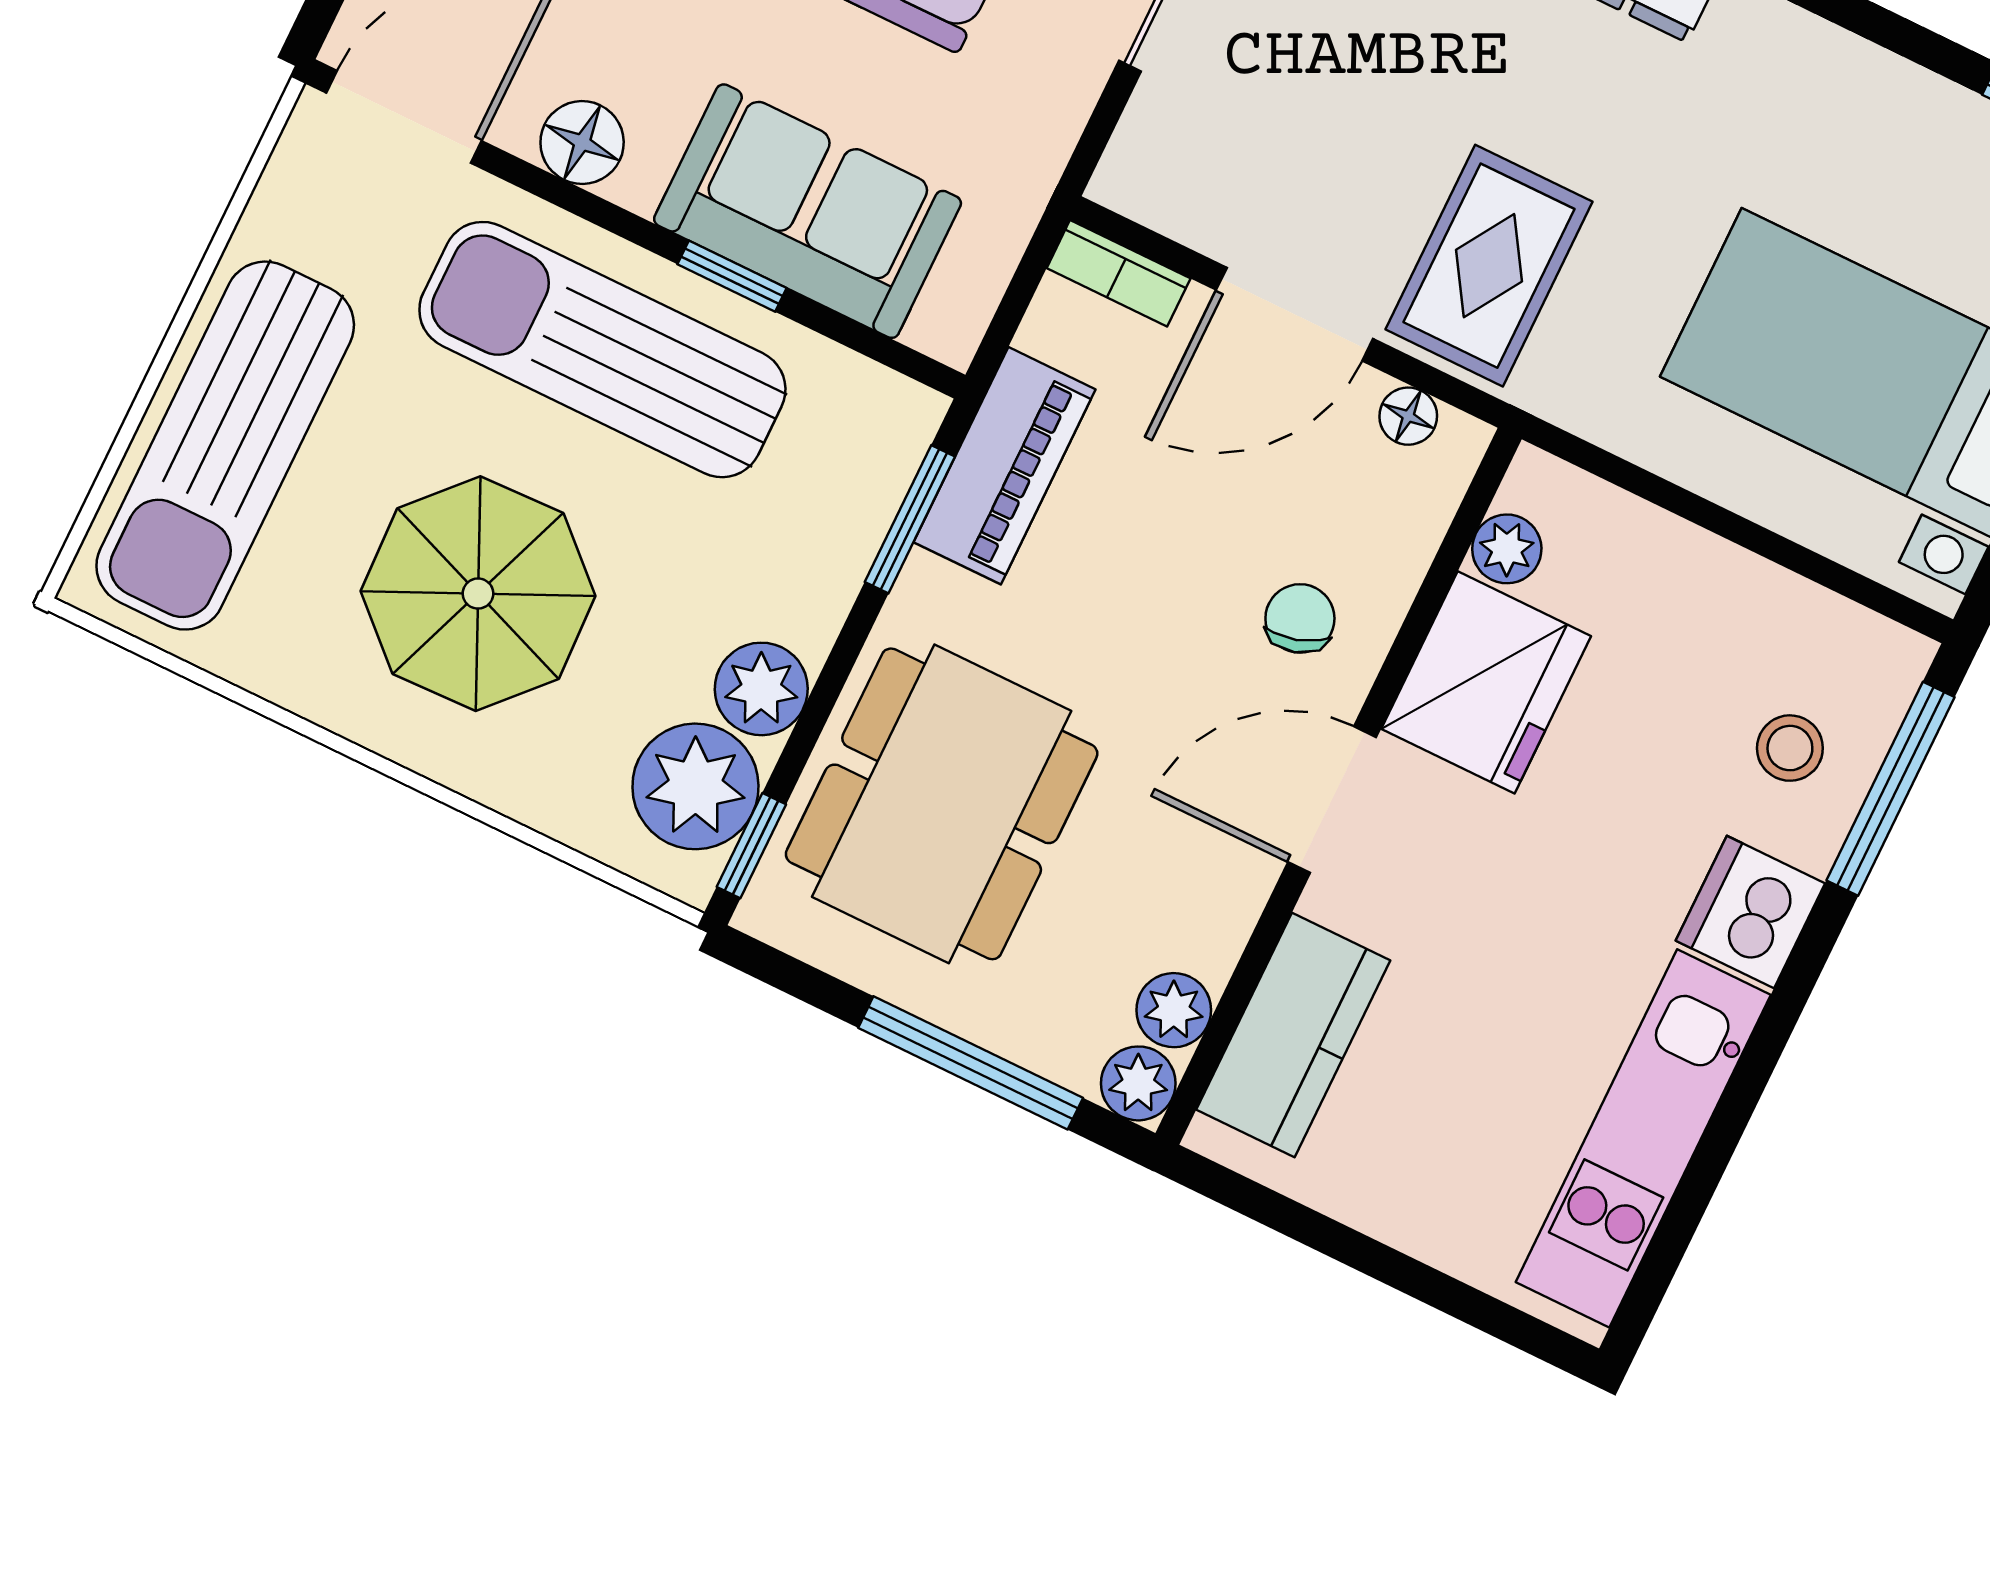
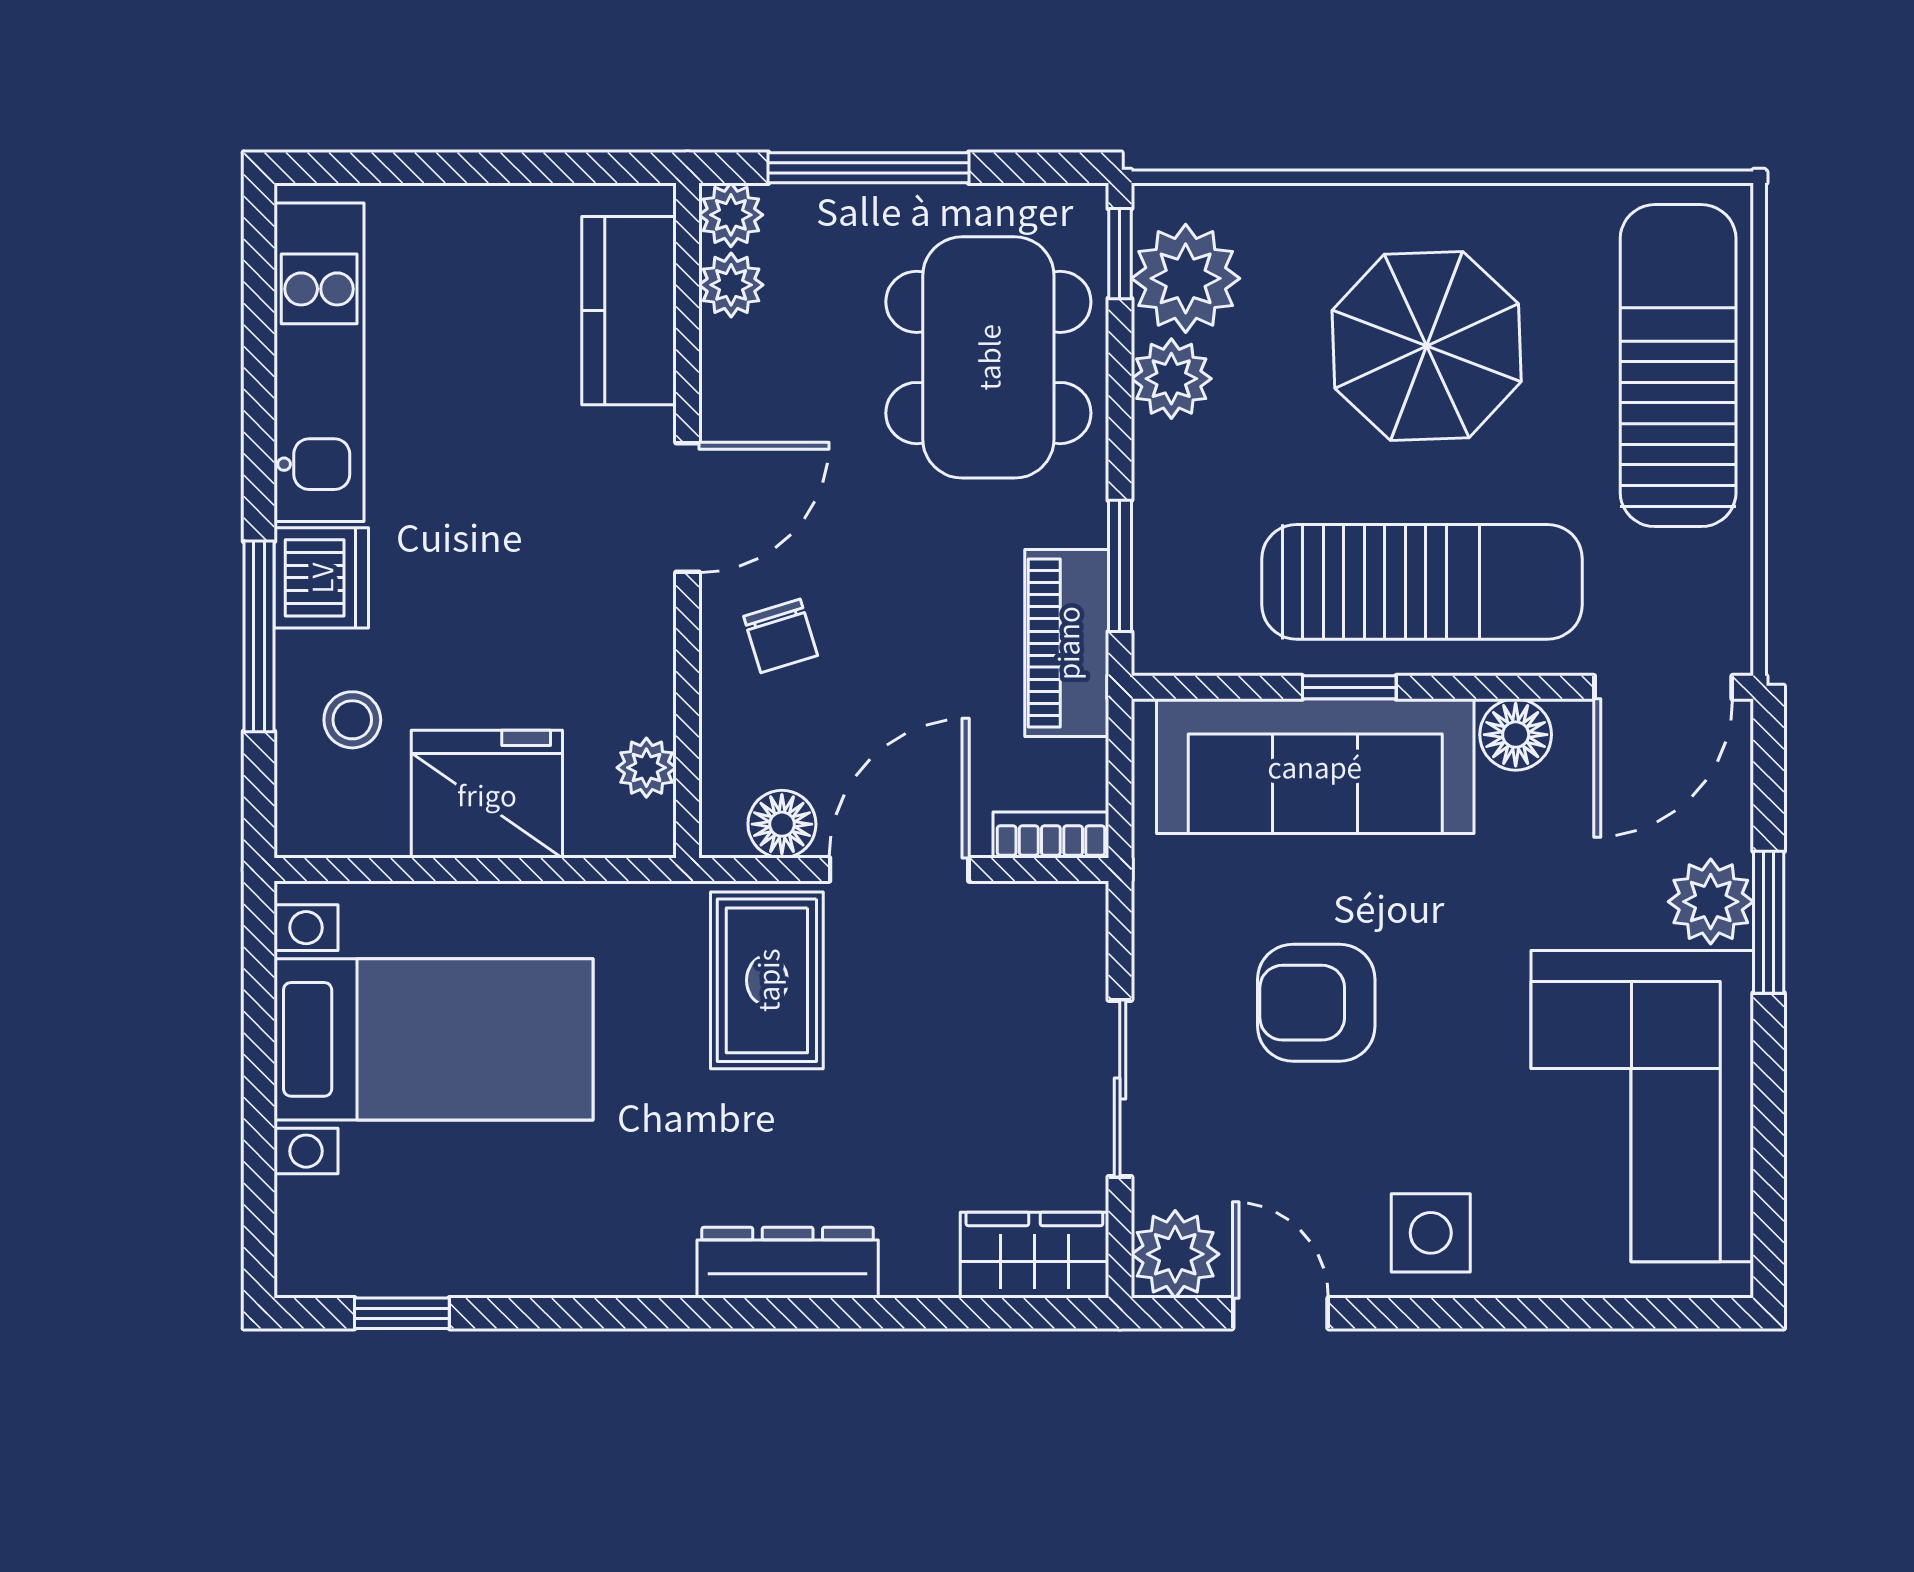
sofa: (808, 211) -> (1315, 766), width x1.36
floor lamp: (1408, 416) -> (782, 824), width x1.37, depth x1.37
fridge: (1486, 682) -> (487, 794), moved, turned 90
window: (1891, 789) -> (259, 636), moved

